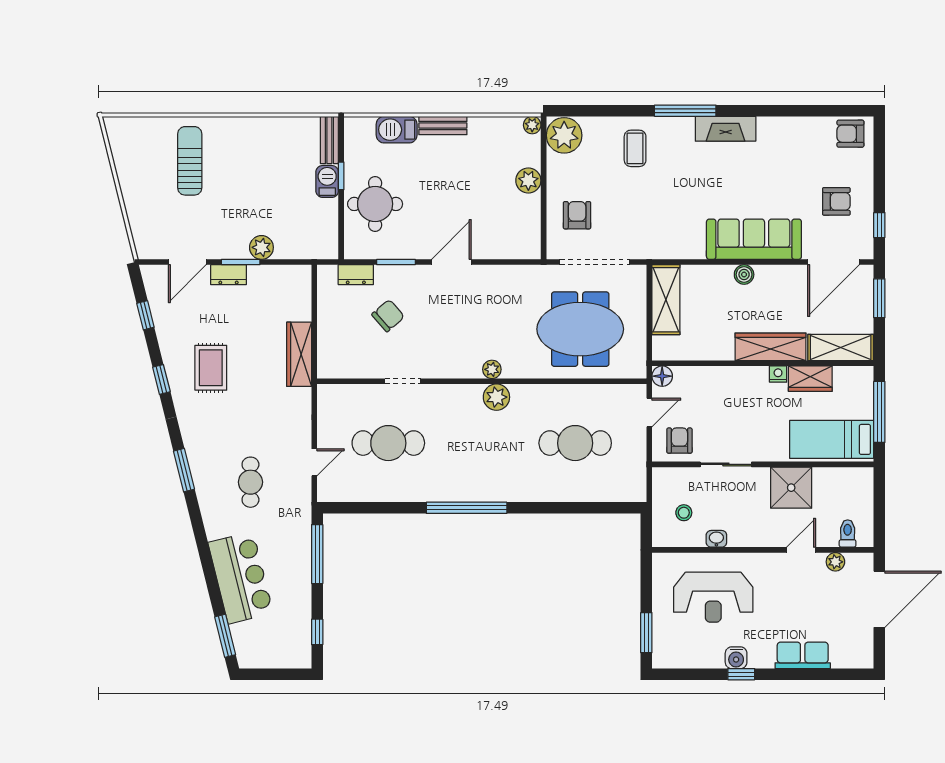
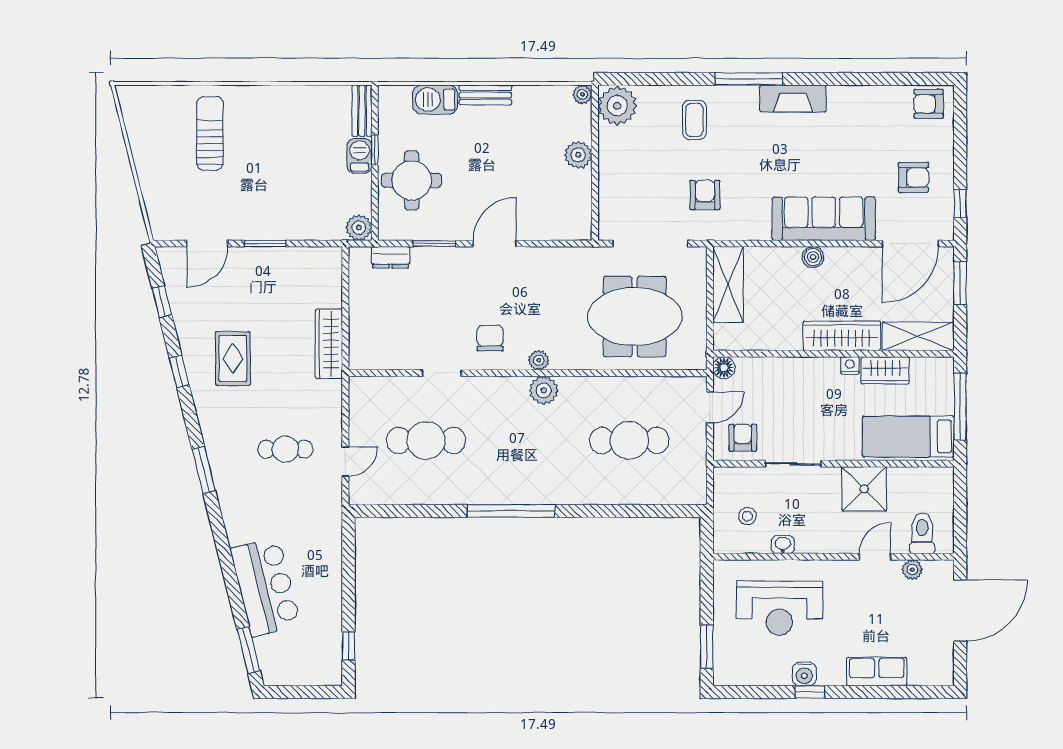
armchair: (577, 215) -> (705, 195), moved
plant: (261, 247) -> (359, 228), moved
dresser: (229, 275) -> (252, 257), removed
chair: (388, 316) -> (490, 338), moved, turned -49
cafe table: (250, 482) -> (285, 449), moved, turned 90
toilet: (848, 534) -> (922, 533), width x1.37, depth x1.39
window: (317, 554) -> (349, 561), removed

